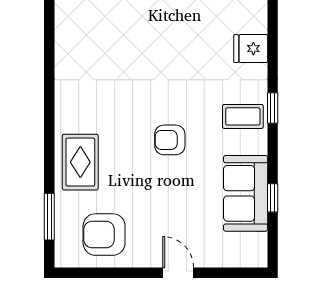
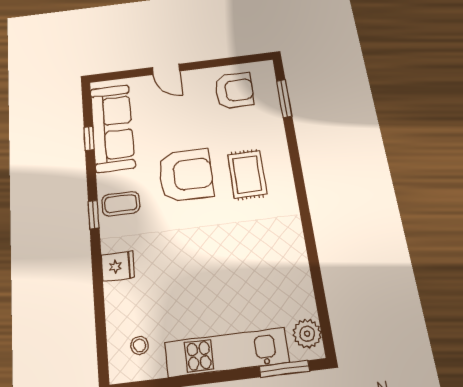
armchair: (170, 140) -> (186, 175), width x1.88, depth x1.88
rug: (80, 162) -> (247, 174), moved
sofa: (246, 193) -> (112, 128), width x1.36

